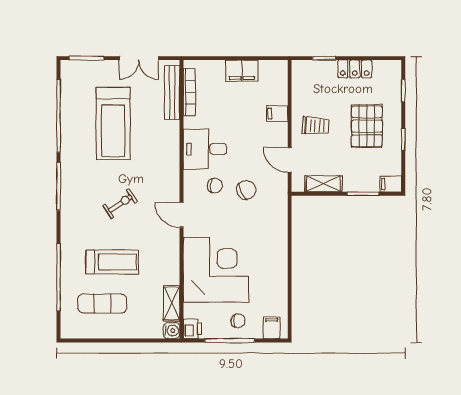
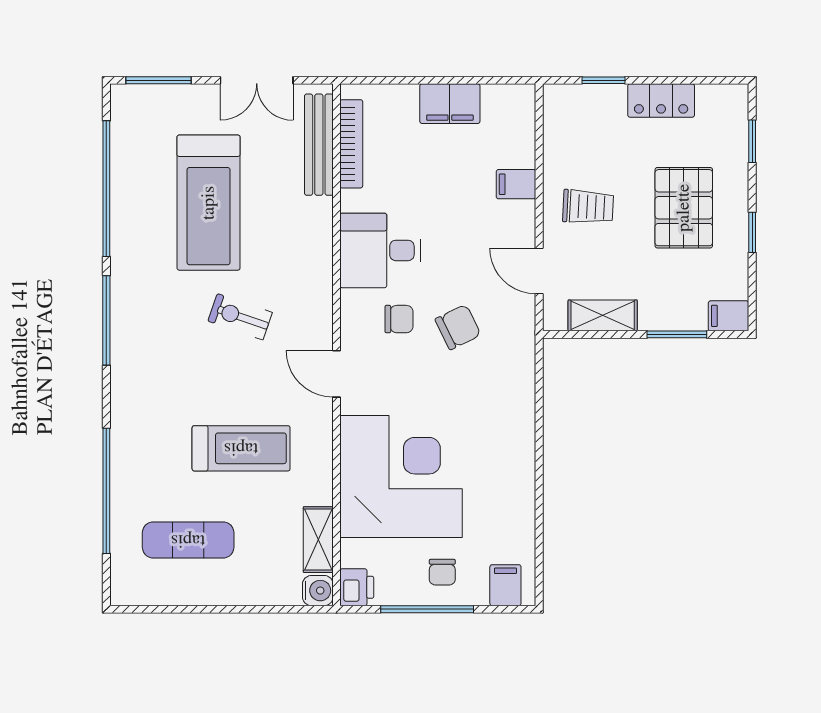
exercise bike: (120, 204) -> (240, 317), moved, turned -128
treadmill: (112, 262) -> (241, 448), moved
chair: (238, 321) -> (442, 572), turned 90

